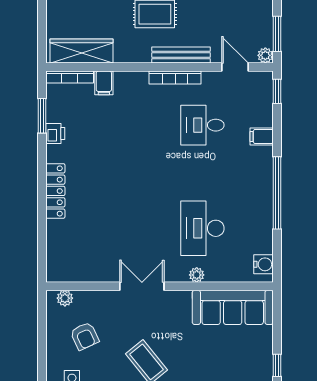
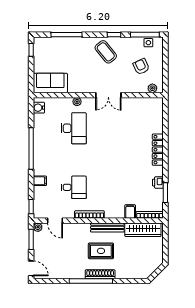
bench: (181, 55) -> (107, 227), moved
sofa: (233, 307) -> (50, 83), width x0.73

